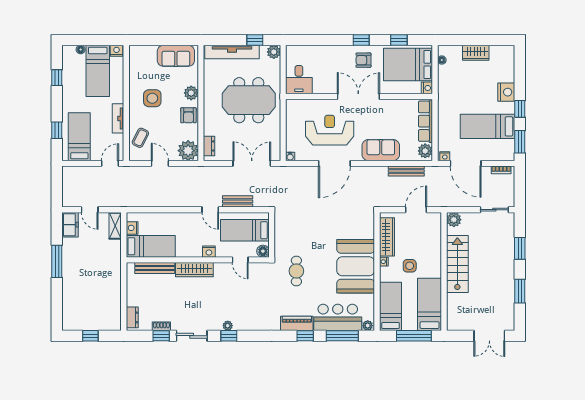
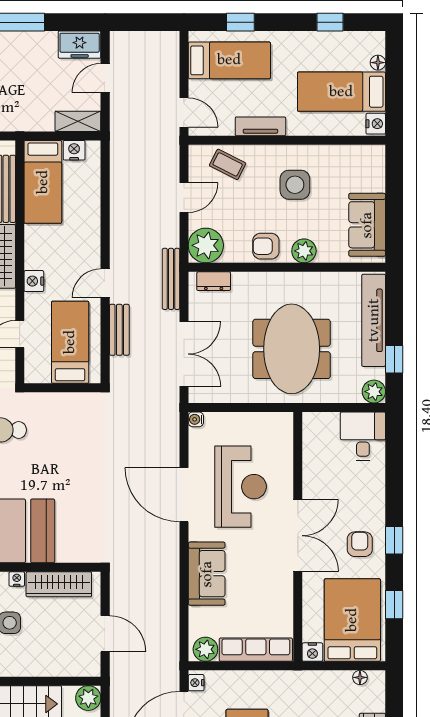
desk: (299, 80) -> (363, 436), moved, turned 90
bench: (406, 171) -> (171, 279), moved
floor lamp: (263, 251) -> (35, 373), removed

